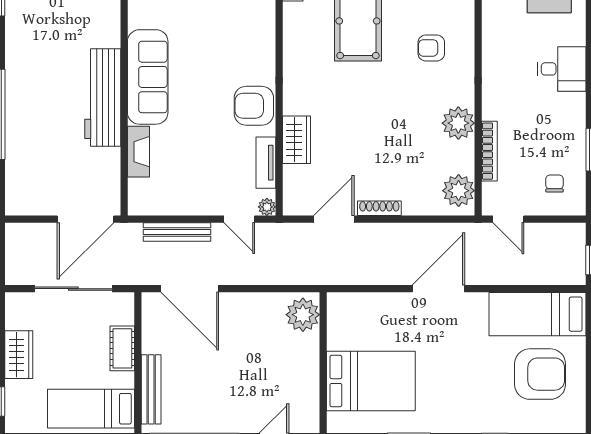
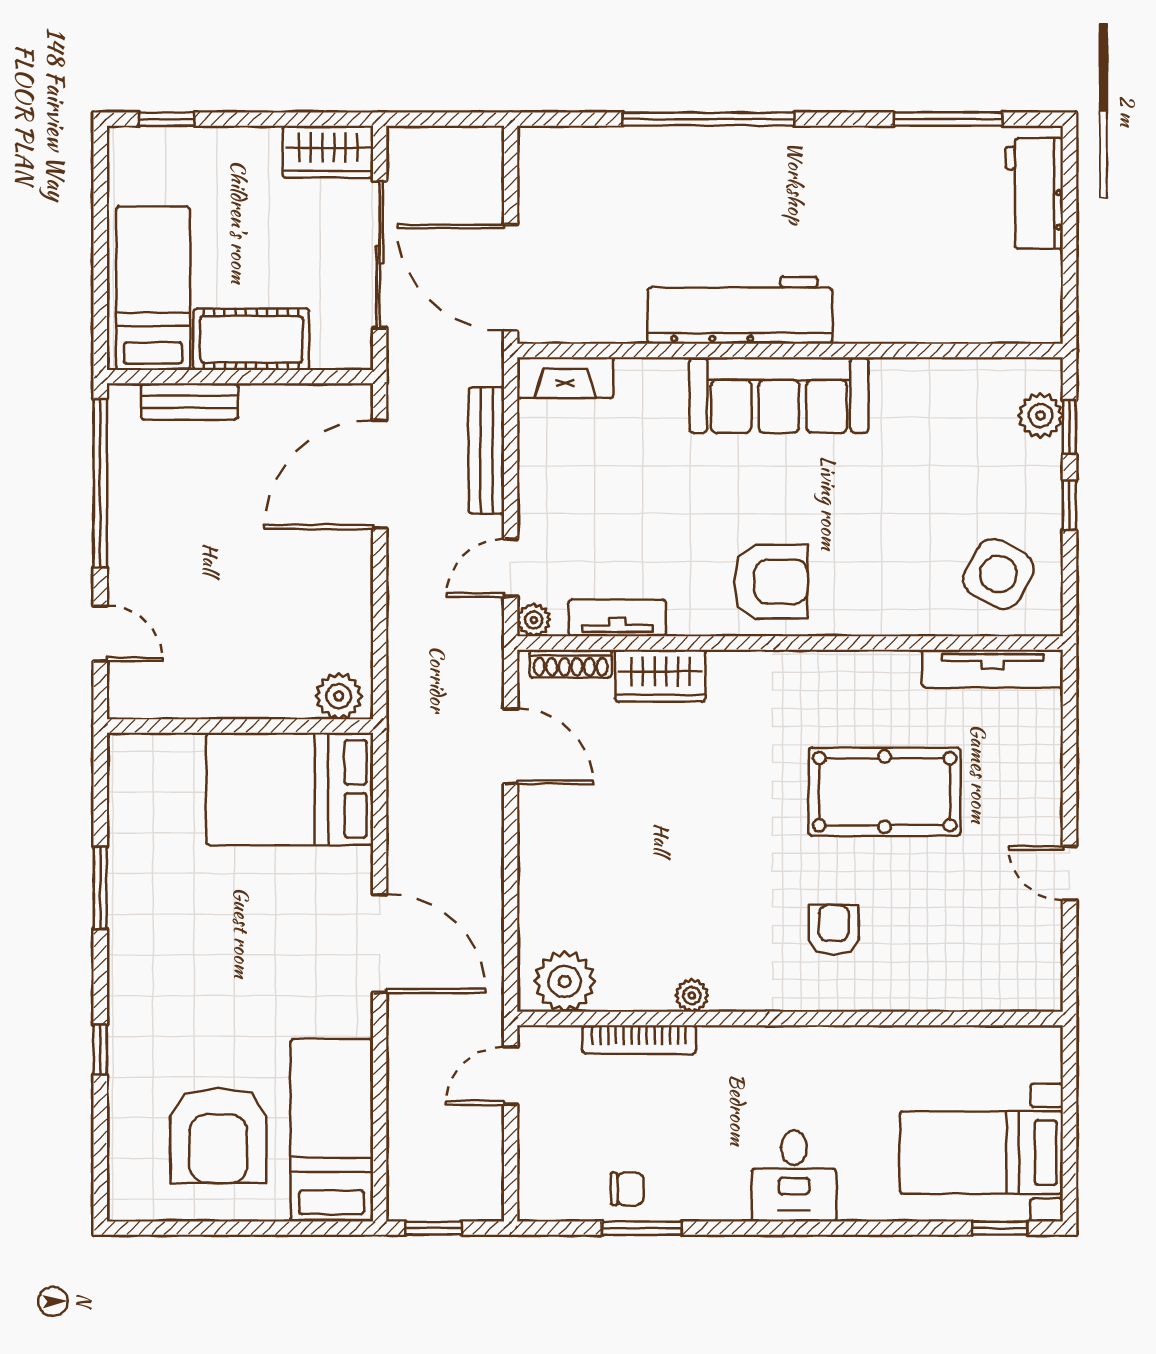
armchair: (254, 106) -> (771, 582), moved, turned 90
plant: (458, 123) -> (692, 995), width x0.53, depth x0.53
fireplace: (138, 152) -> (565, 378), moved
chair: (555, 184) -> (627, 1189), moved
shoe rack: (379, 208) -> (571, 664), moved, turned 90
plant: (303, 315) -> (339, 696), width x0.73, depth x0.73
cot: (122, 348) -> (251, 339), width x1.37, depth x1.34
wardrobe: (19, 355) -> (328, 152), moved
bed: (371, 381) -> (290, 789), moved, turned 90
bench: (151, 389) -> (189, 402), width x0.73

